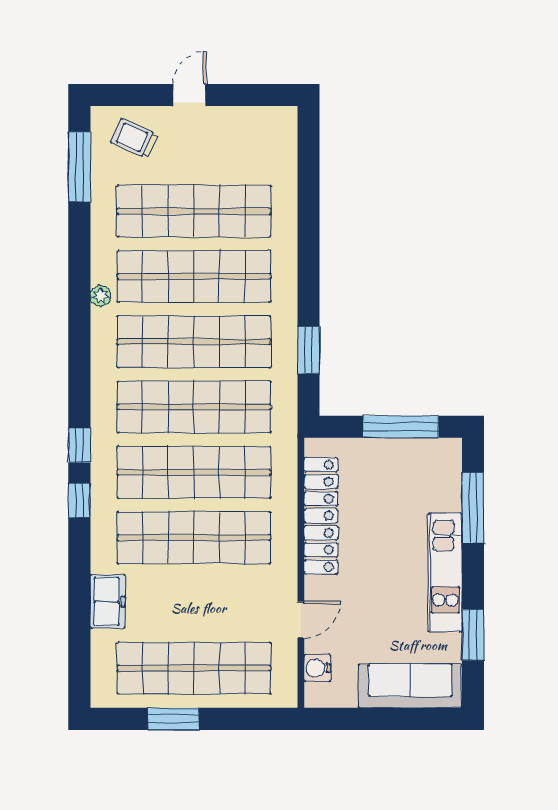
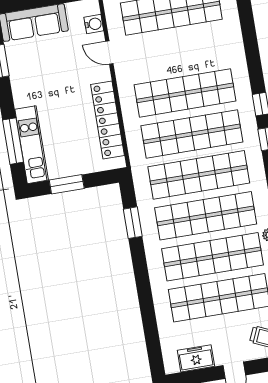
window: (401, 427) -> (67, 184), width x0.69
kitchen unit: (445, 573) -> (32, 145), moved
freezer: (108, 601) -> (196, 358), moved, turned 90
door: (301, 620) -> (109, 53), hinge flipped

